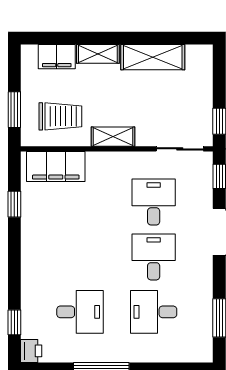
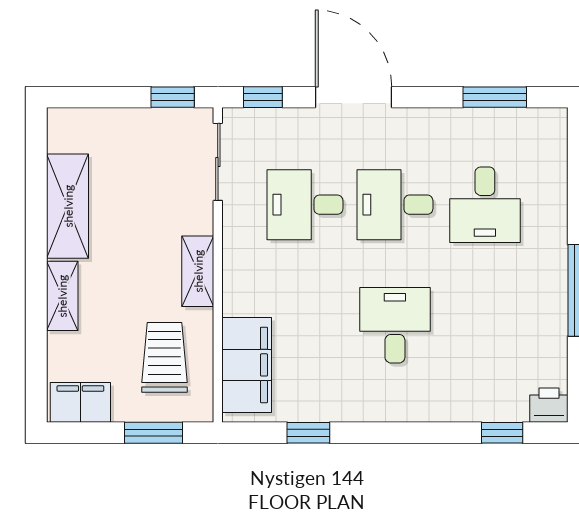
filing cabinet: (57, 57) -> (80, 402), moved, turned -90
desk: (80, 312) -> (395, 325), moved

